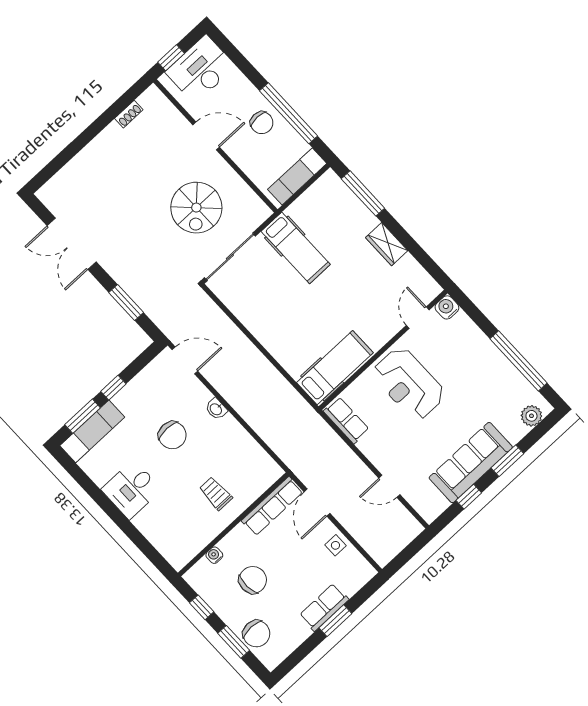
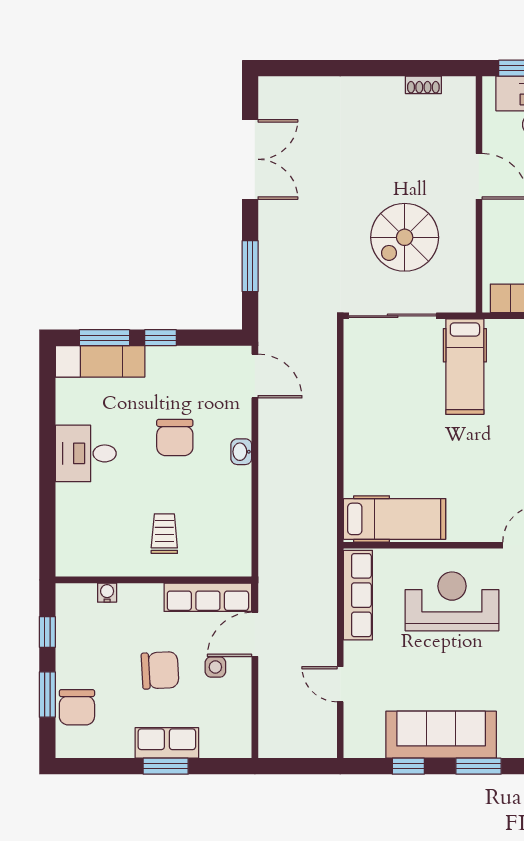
double door: (72, 244) -> (250, 159), swing flipped
reception desk: (409, 384) -> (452, 601), turned 90
row of seats: (346, 420) -> (358, 595), width x1.48
side table: (335, 545) -> (215, 667), moved
chair: (253, 580) -> (160, 670), moved

